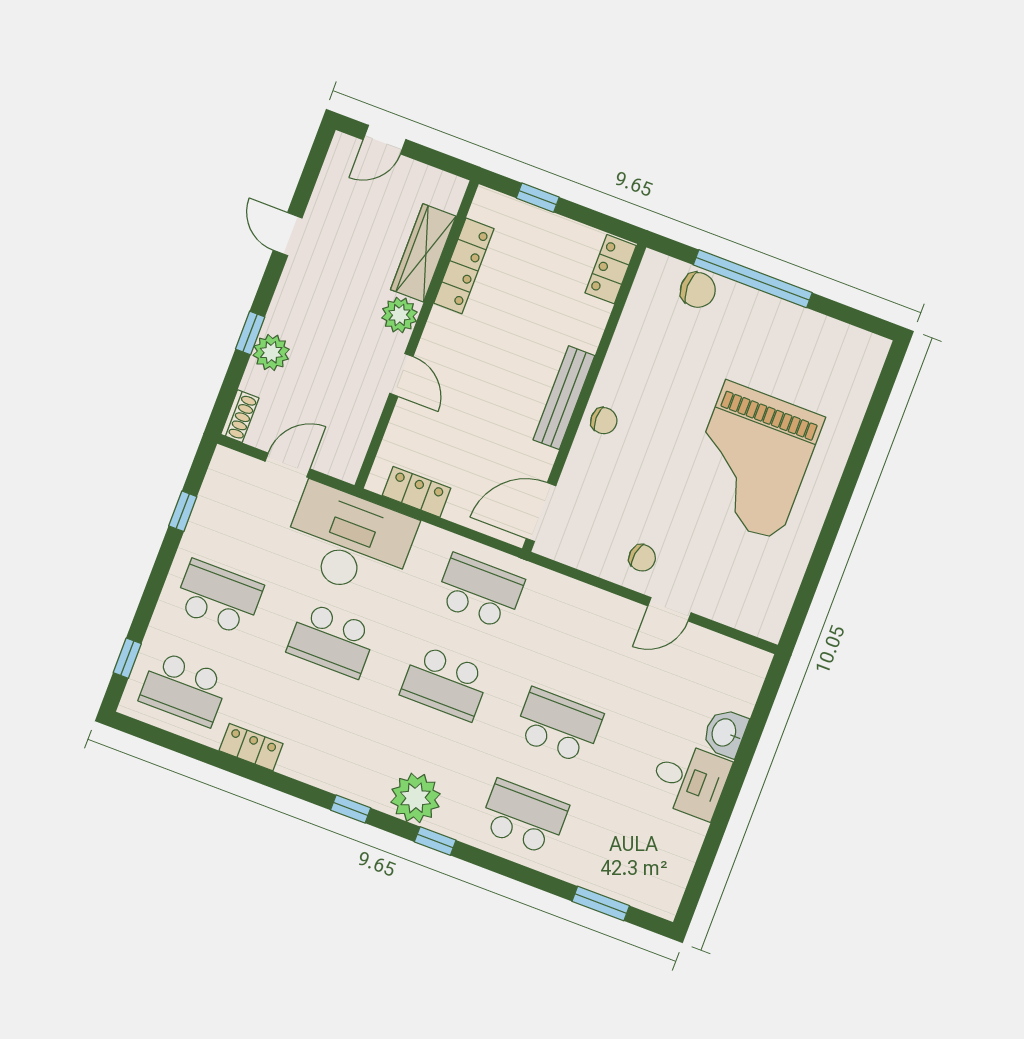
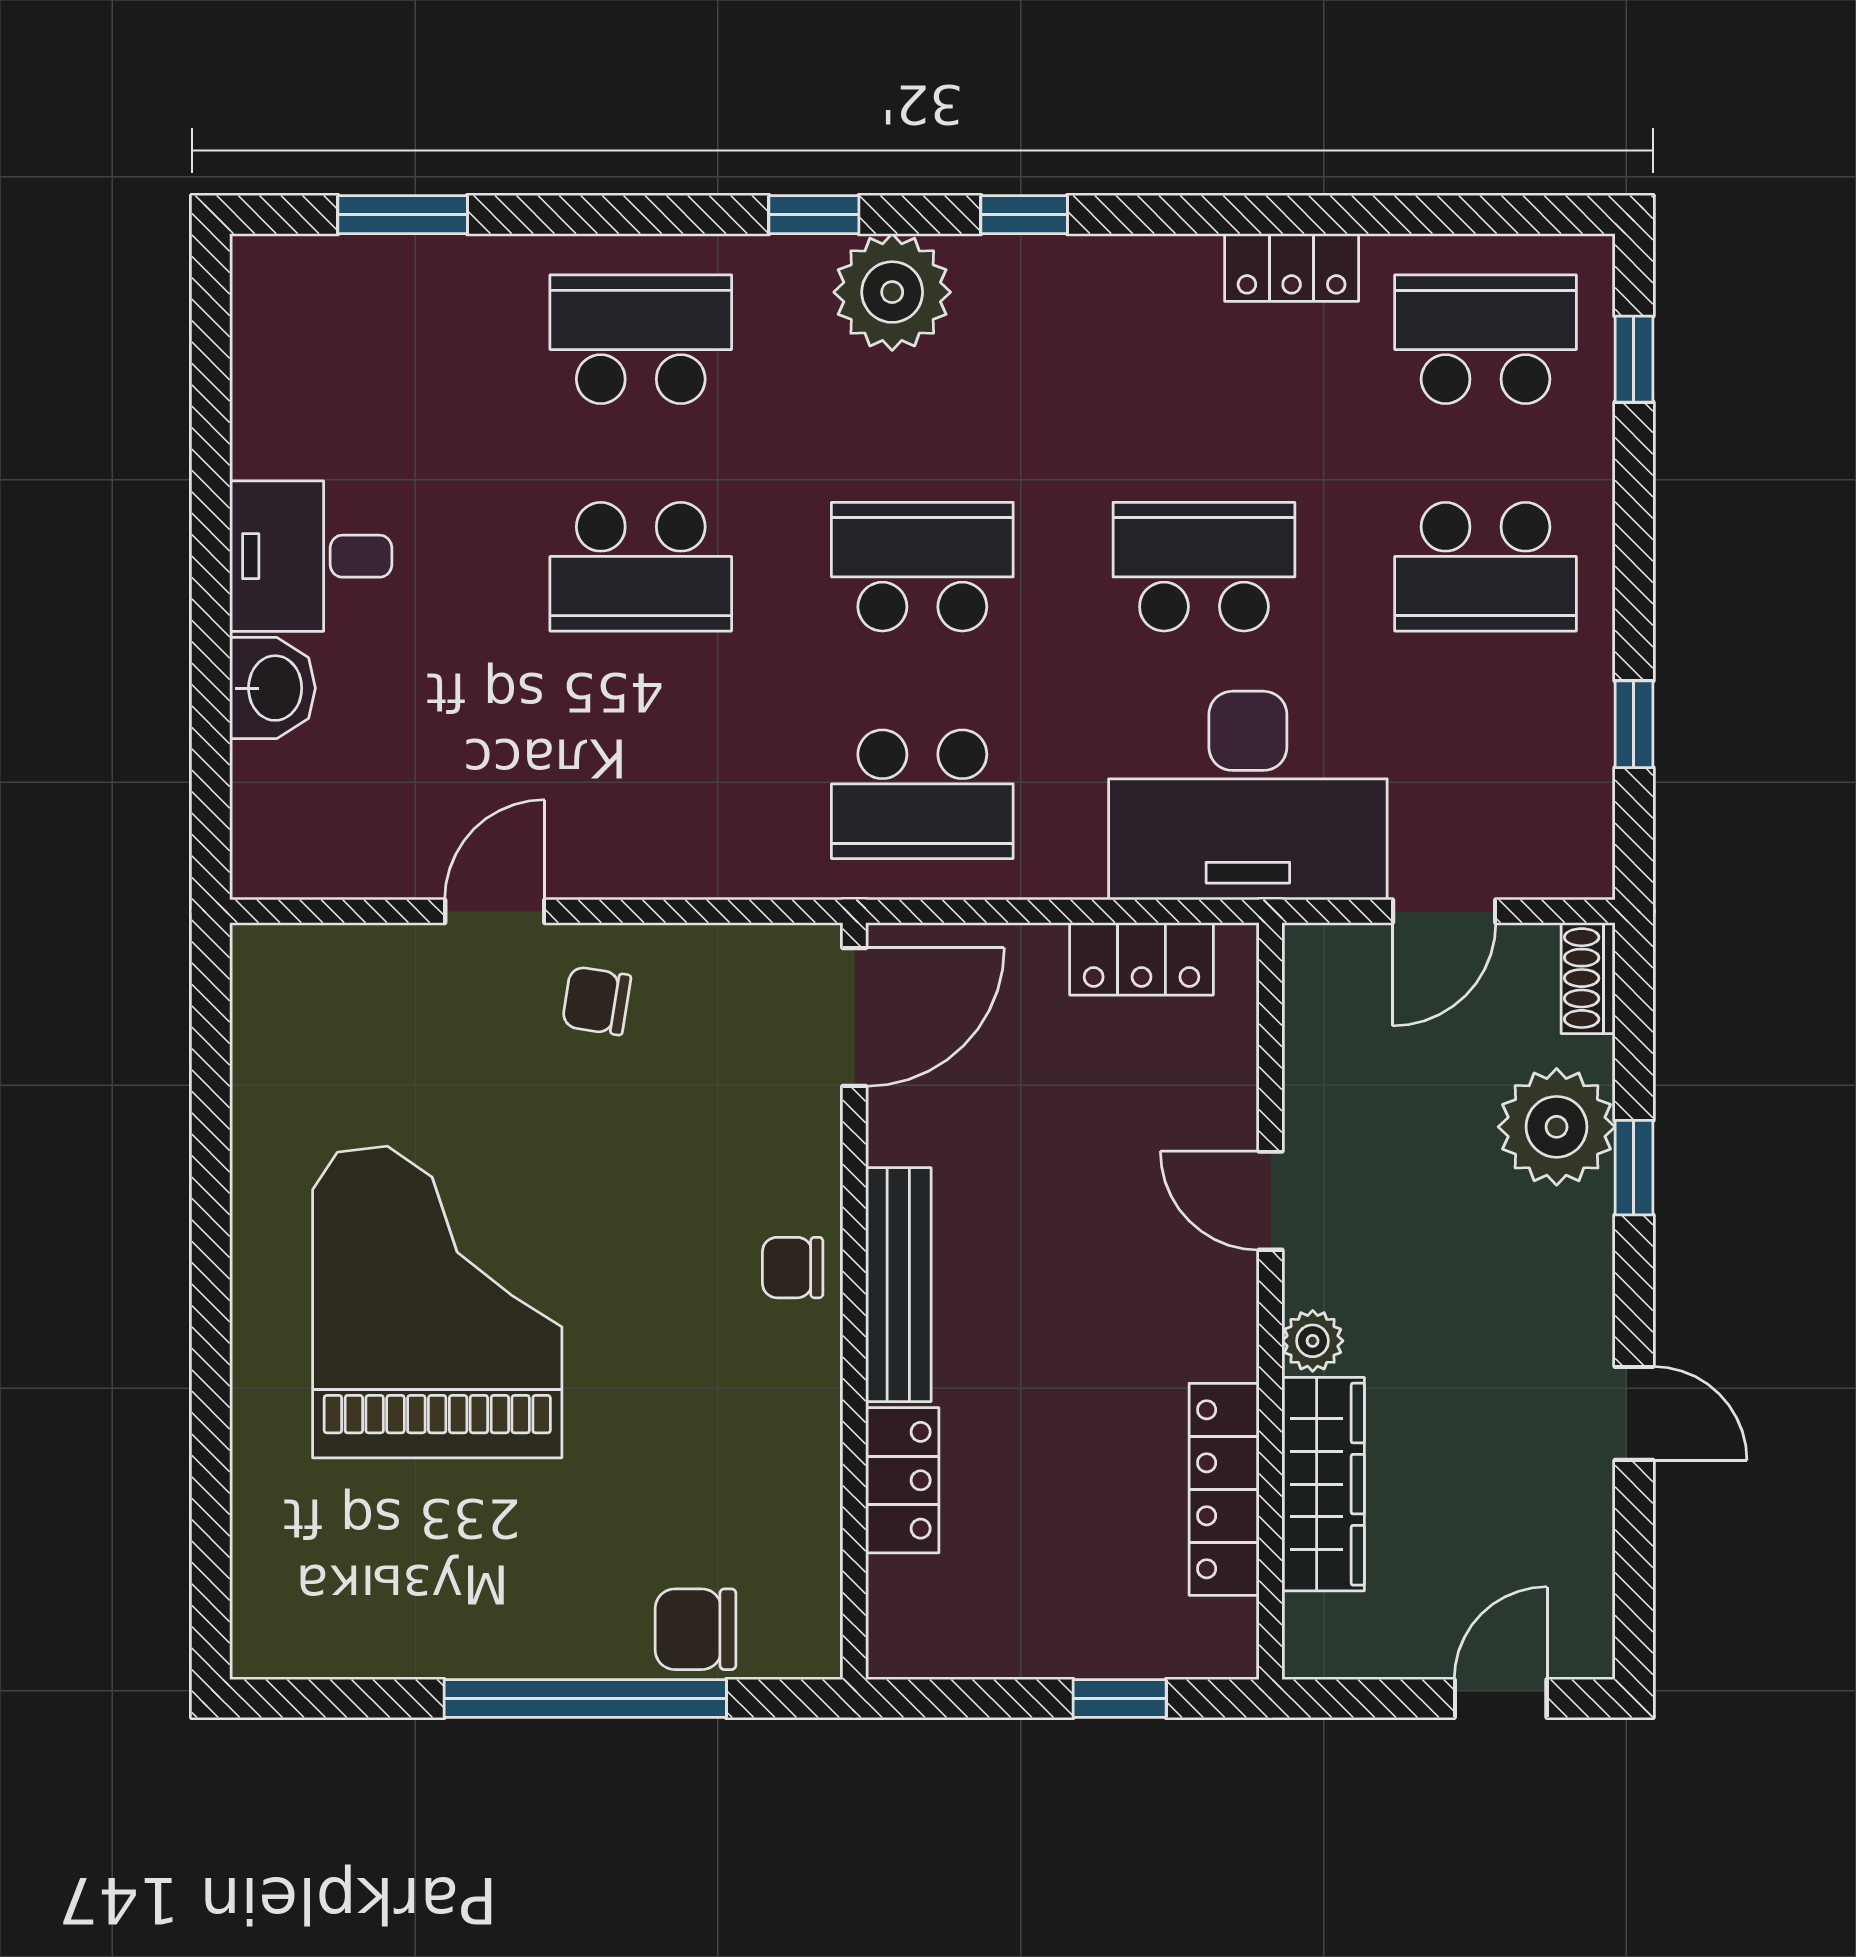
locker: (611, 269) -> (902, 1480), moved
plant: (399, 315) -> (1313, 1341), width x0.73, depth x0.73
plant: (271, 352) -> (1557, 1127), width x1.36, depth x1.36
school desk: (524, 817) -> (641, 339), turned 180

